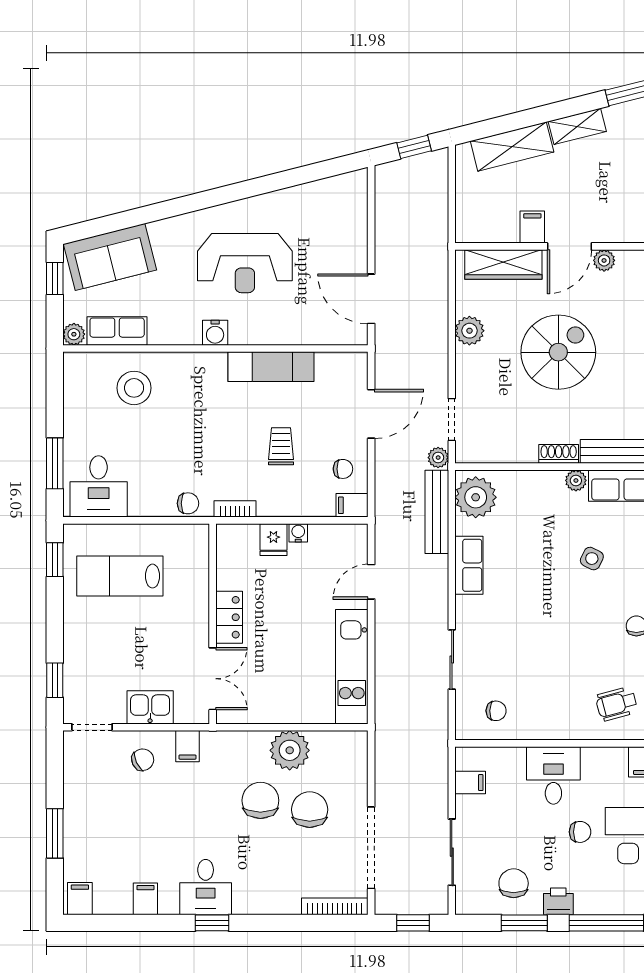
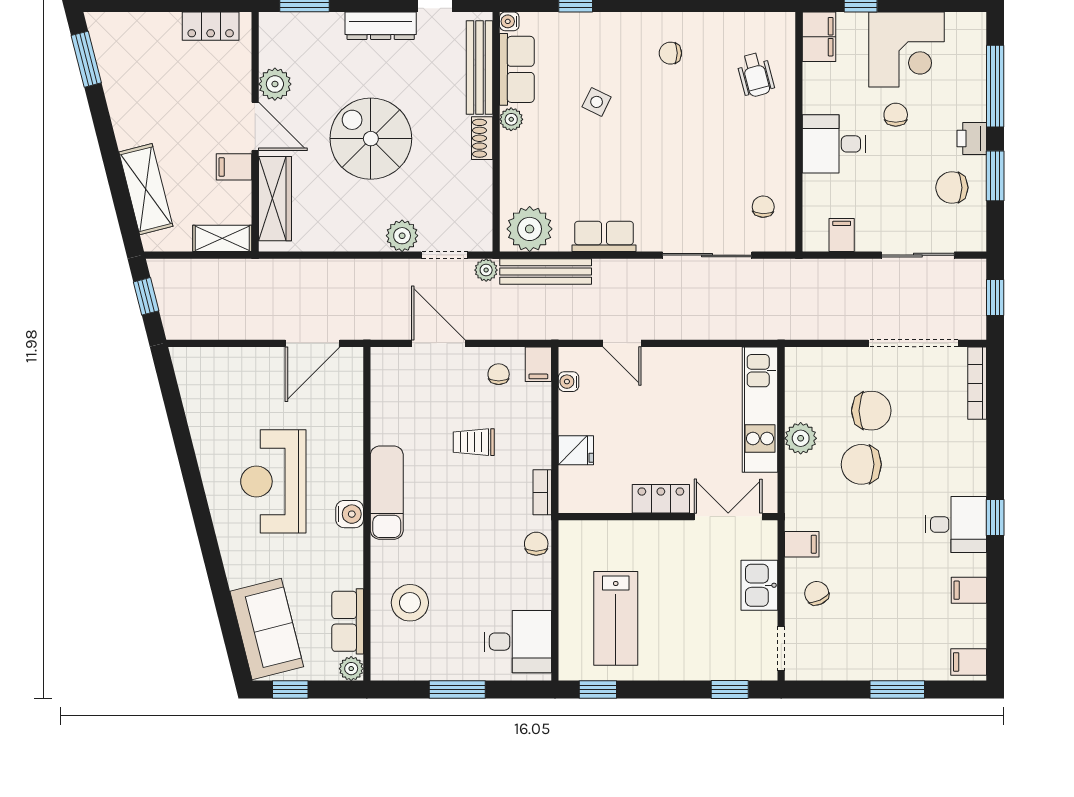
shelving: (577, 126) -> (222, 238), moved, turned -76
plant: (604, 260) -> (275, 84), width x1.38, depth x1.38
reception desk: (245, 263) -> (273, 481), turned 180
plant: (469, 331) -> (402, 236), moved
exam couch: (271, 367) -> (387, 493), moved
window: (55, 463) -> (457, 689), moved
water cooler: (298, 533) -> (569, 382), moved
sliding door: (452, 659) -> (707, 255), width x1.37
kitchen unit: (352, 667) -> (760, 410), moved, turned 90
plant: (290, 750) -> (801, 438), width x0.73, depth x0.73
chair: (310, 810) -> (871, 411), turned 180

